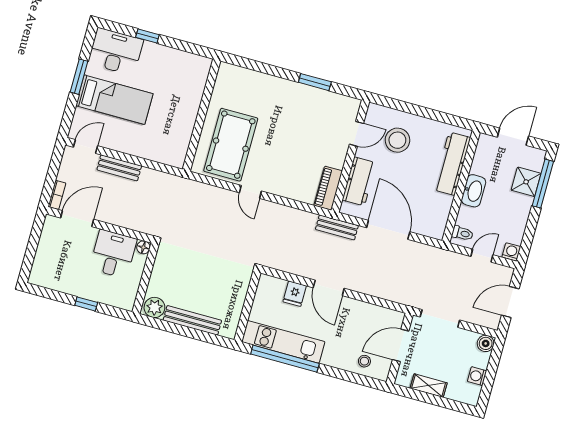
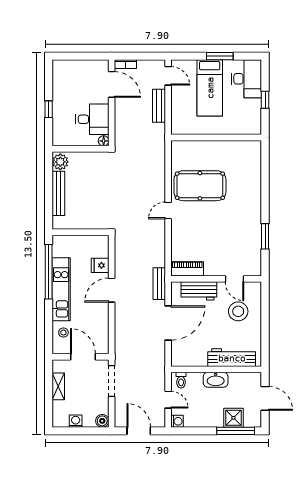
wall: (202, 115) -> (216, 138), moved
kitchen unit: (283, 342) -> (61, 289), moved

